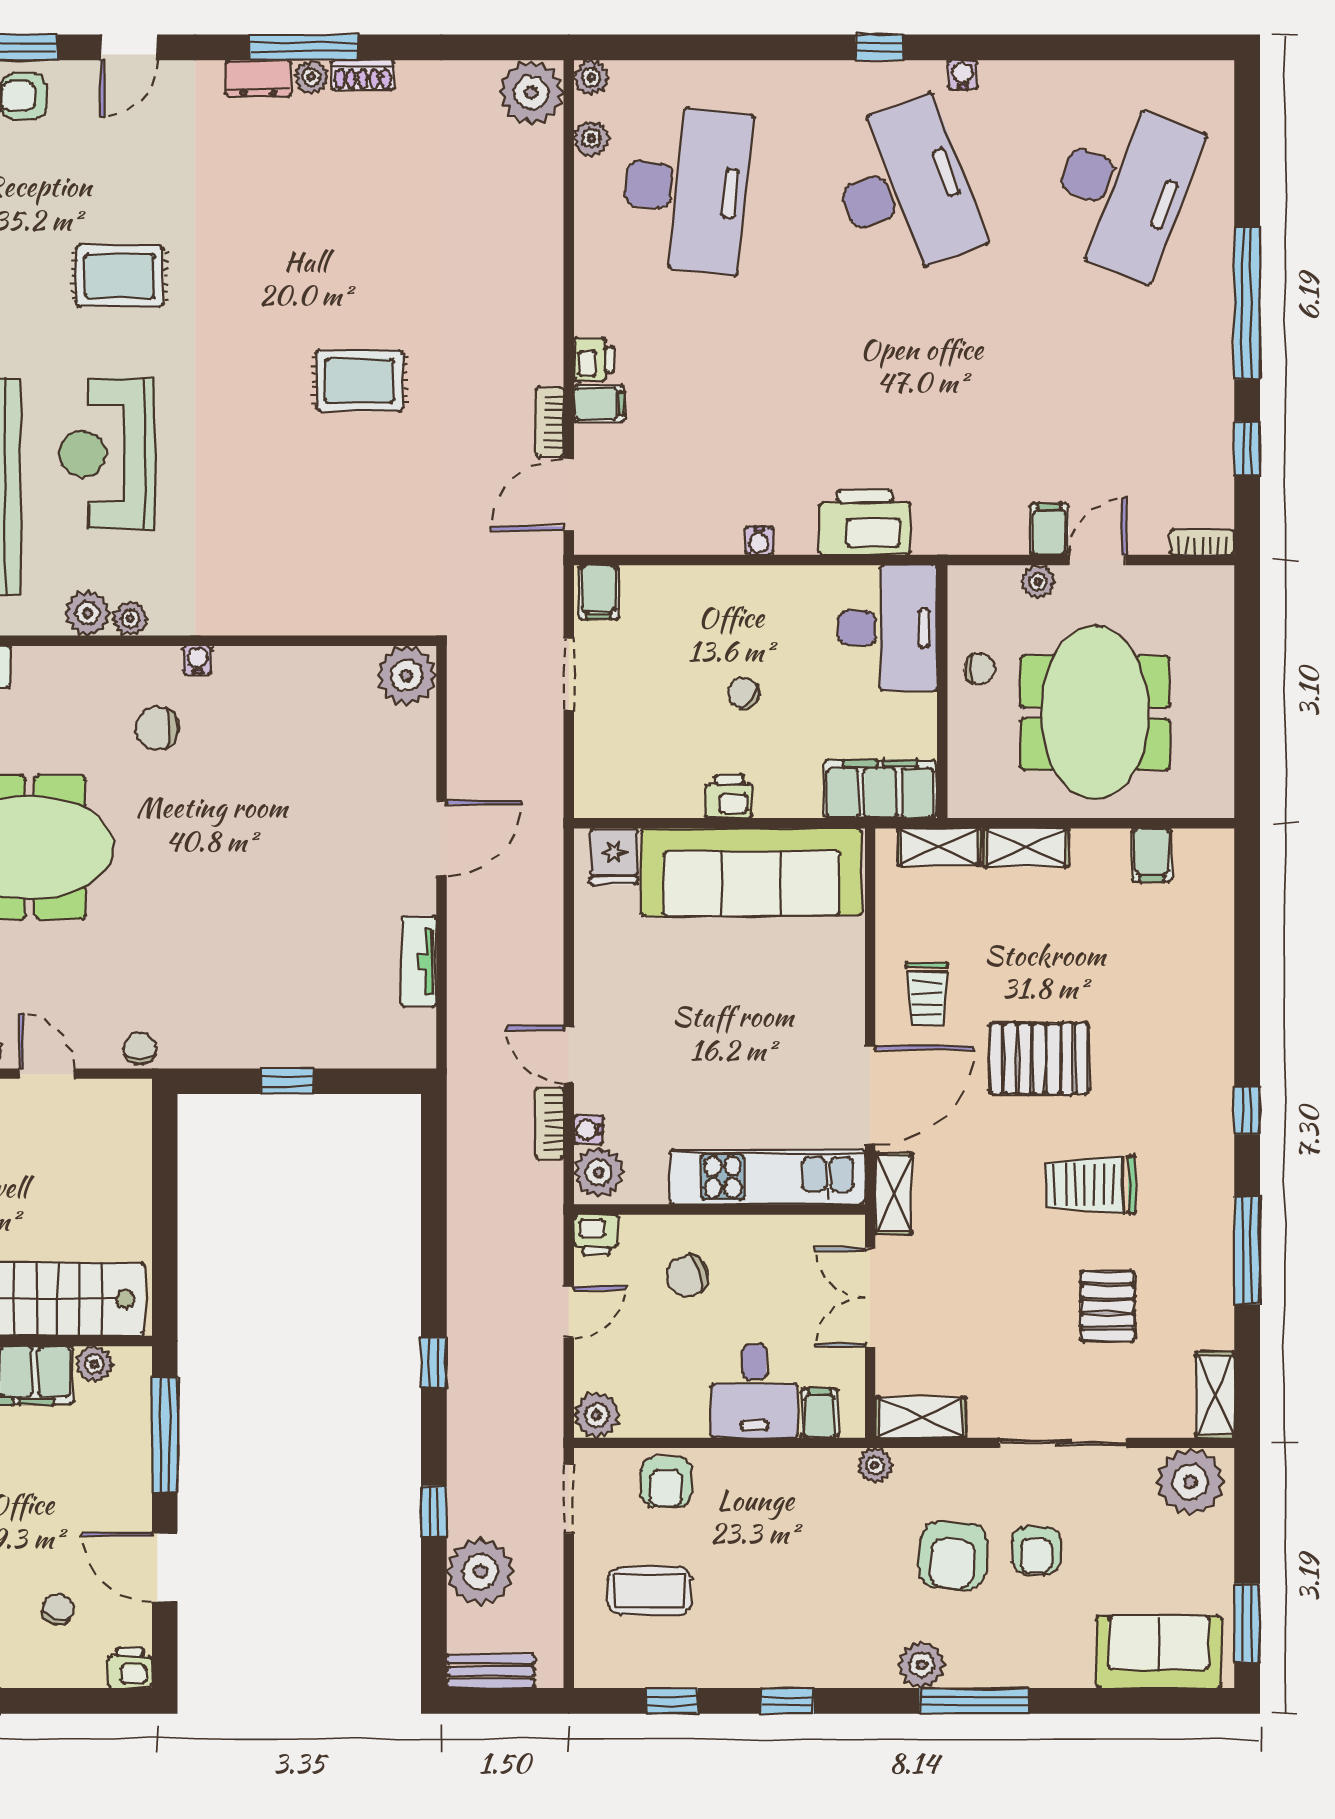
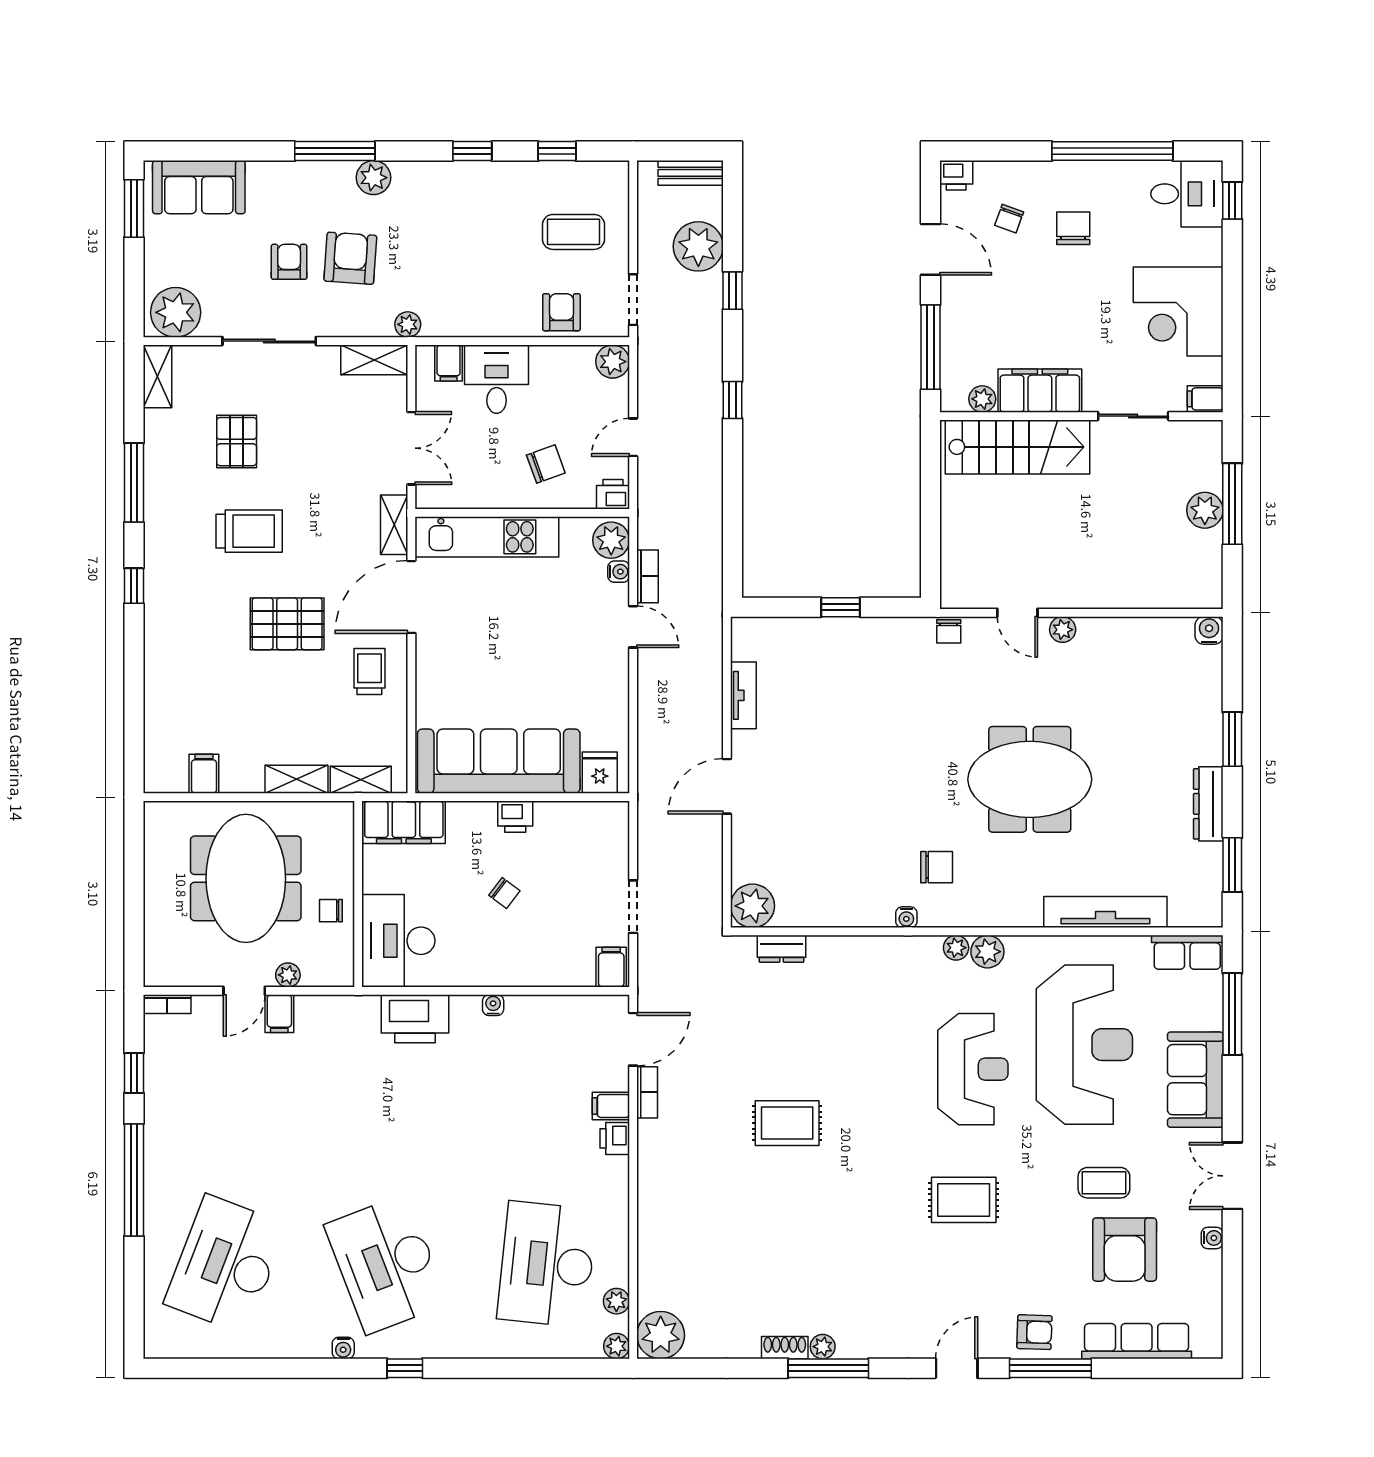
dresser: (259, 78) -> (782, 949), moved, turned 180

